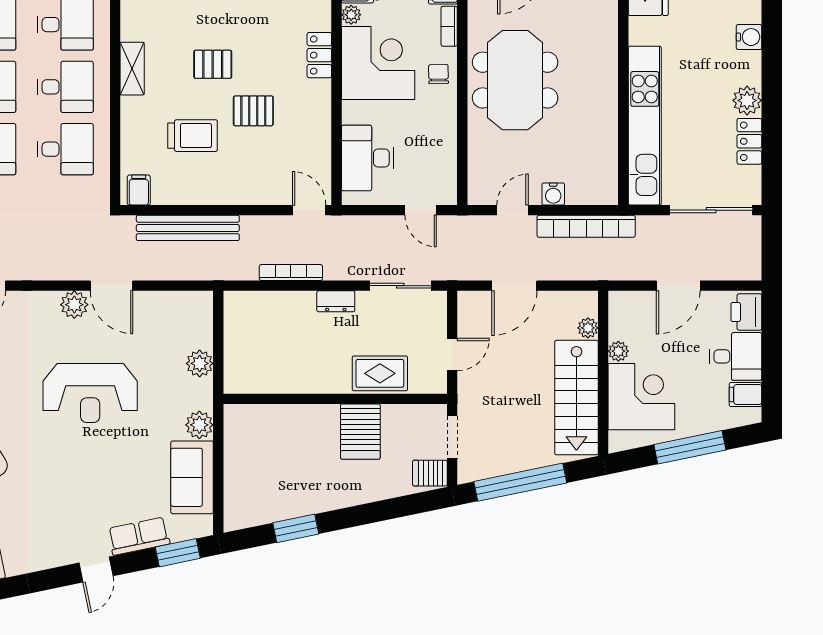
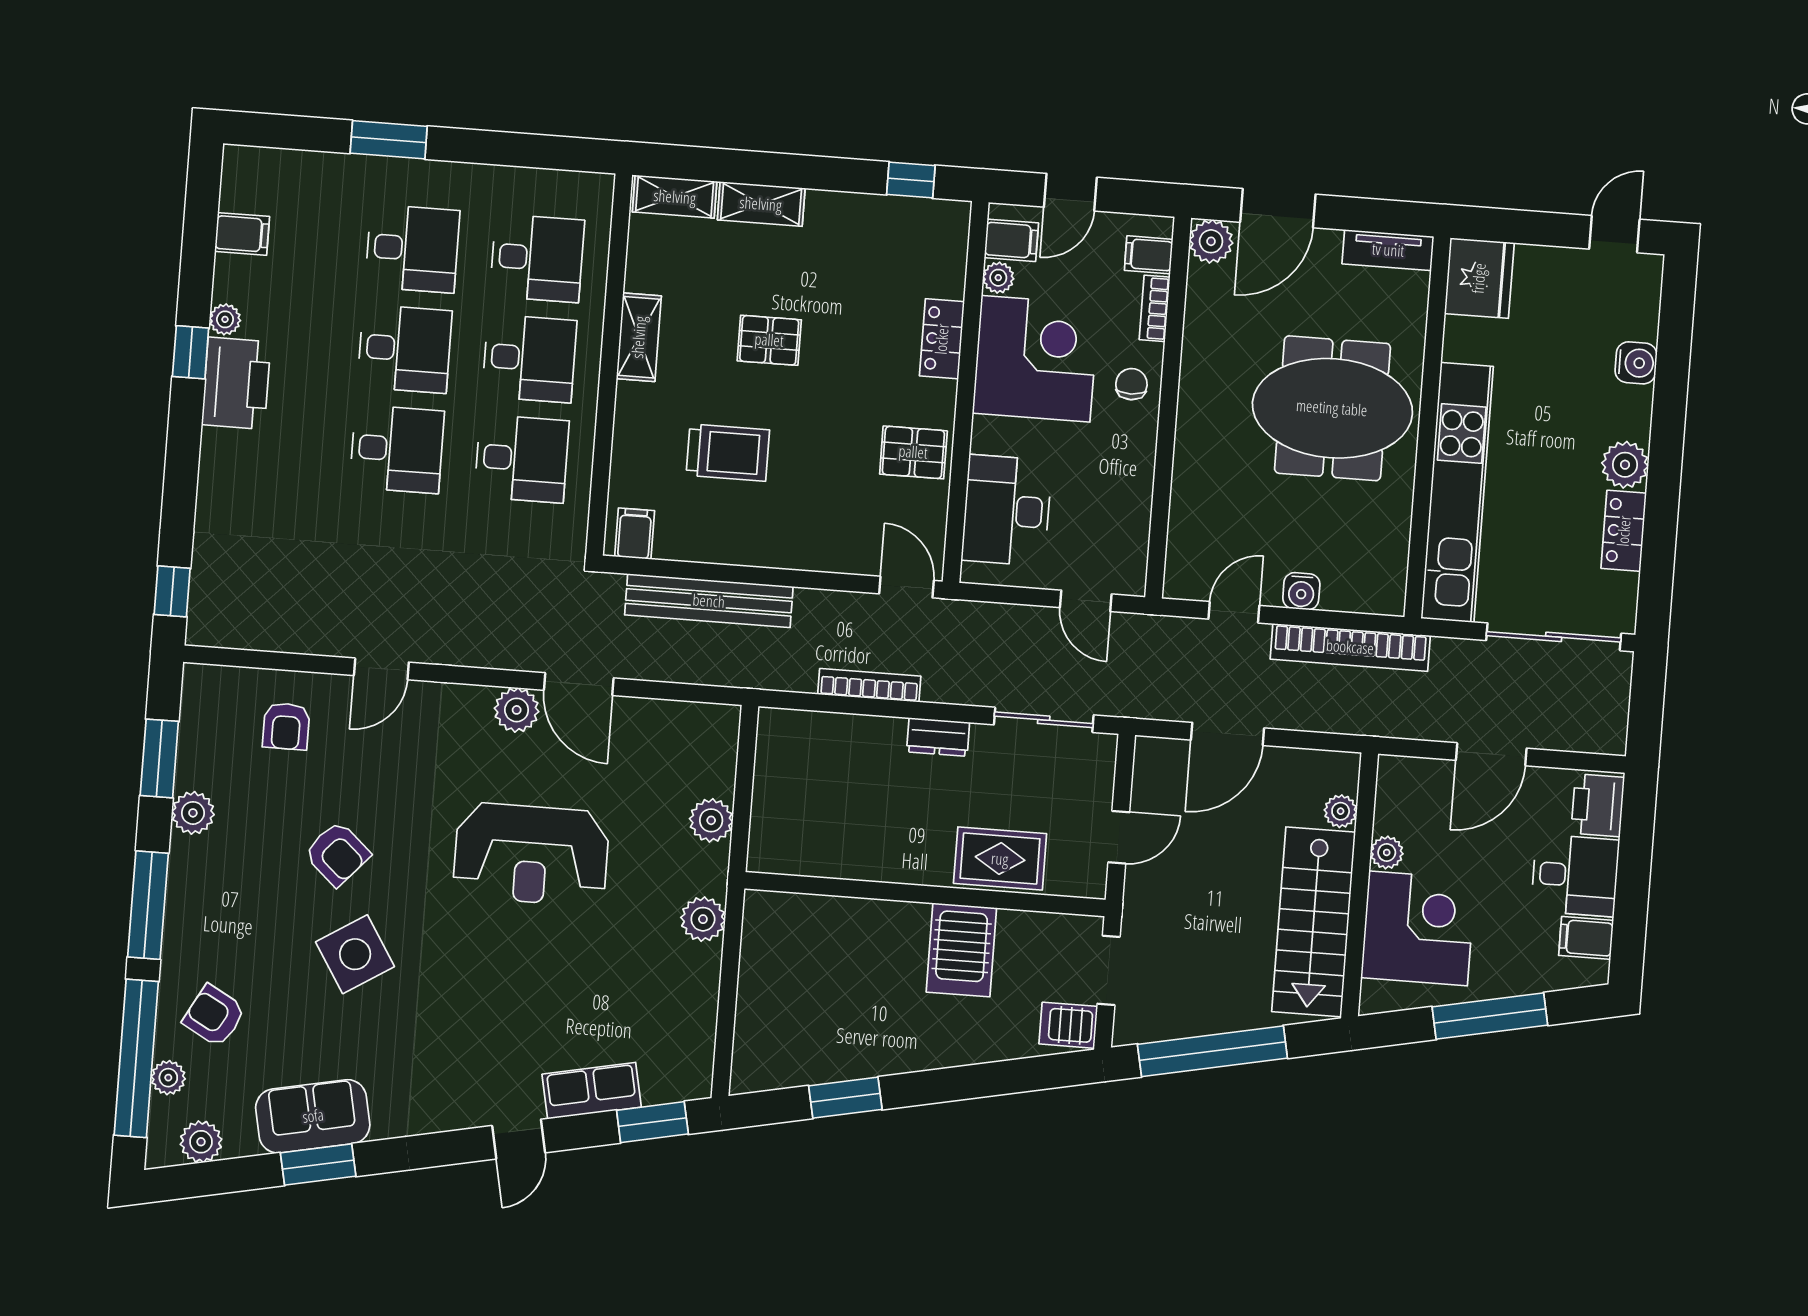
meeting table: (515, 80) -> (1332, 408), moved, turned 90
pallet: (253, 111) -> (913, 452), moved
sofa: (192, 477) -> (685, 1003), removed

